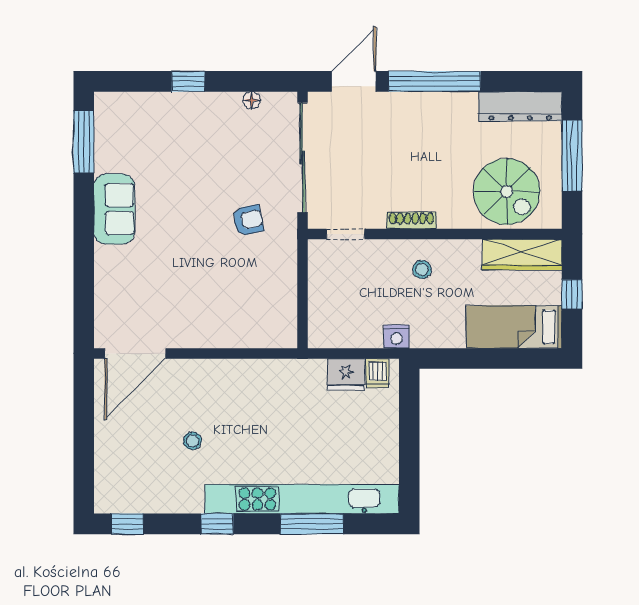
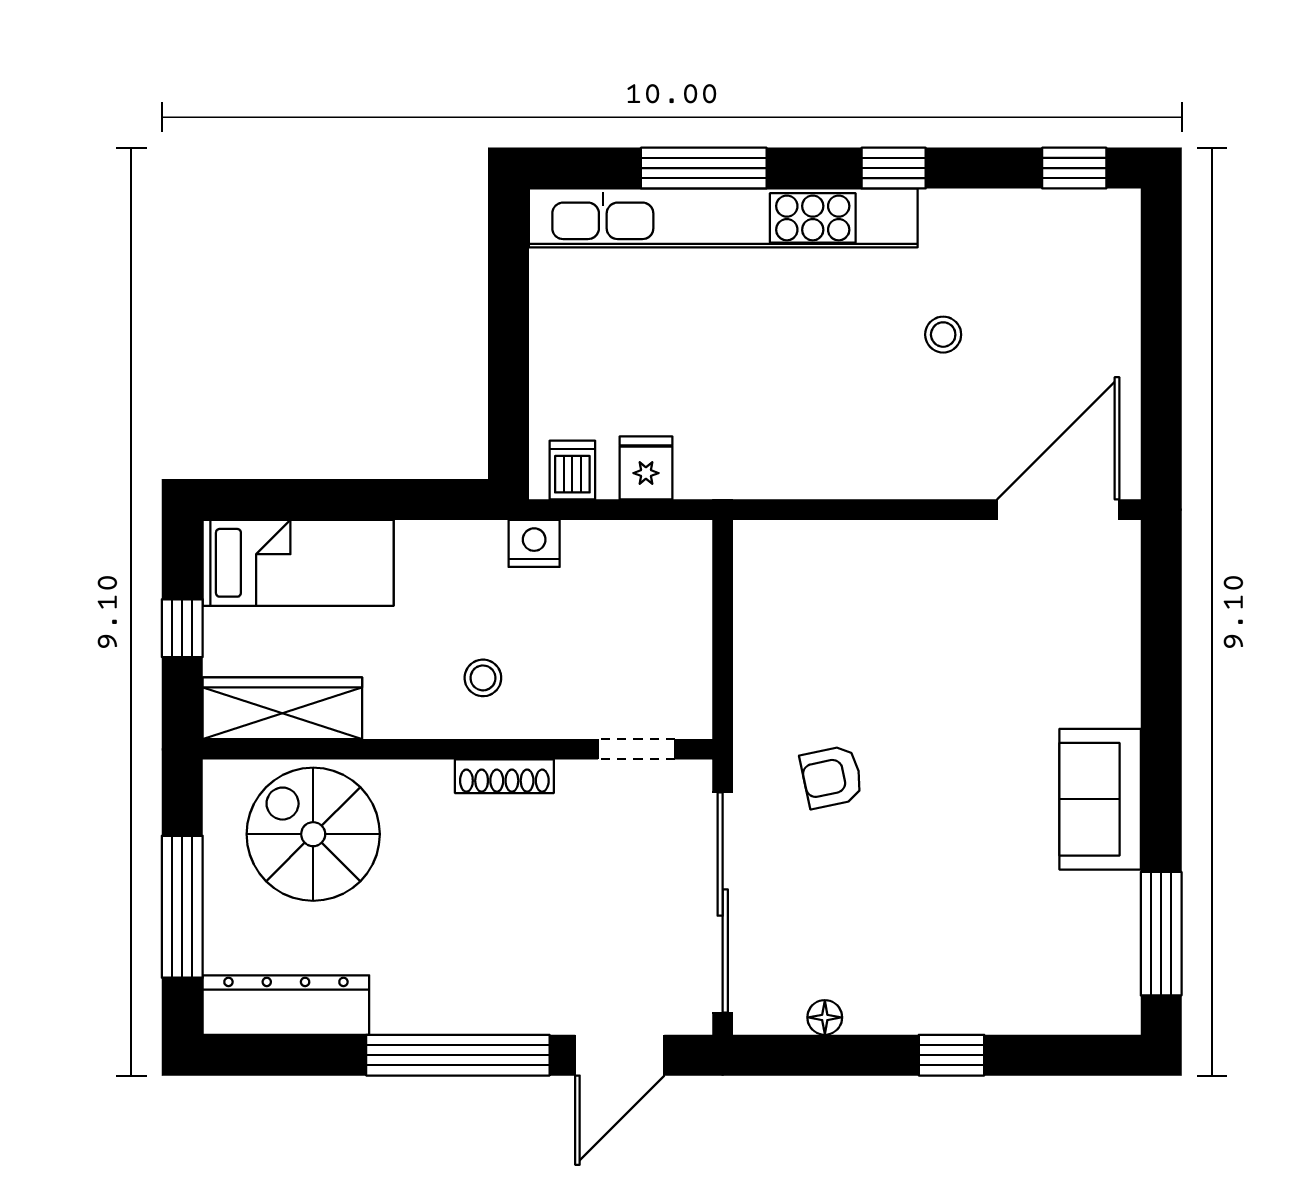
fridge: (346, 374) -> (646, 468), width x0.72

